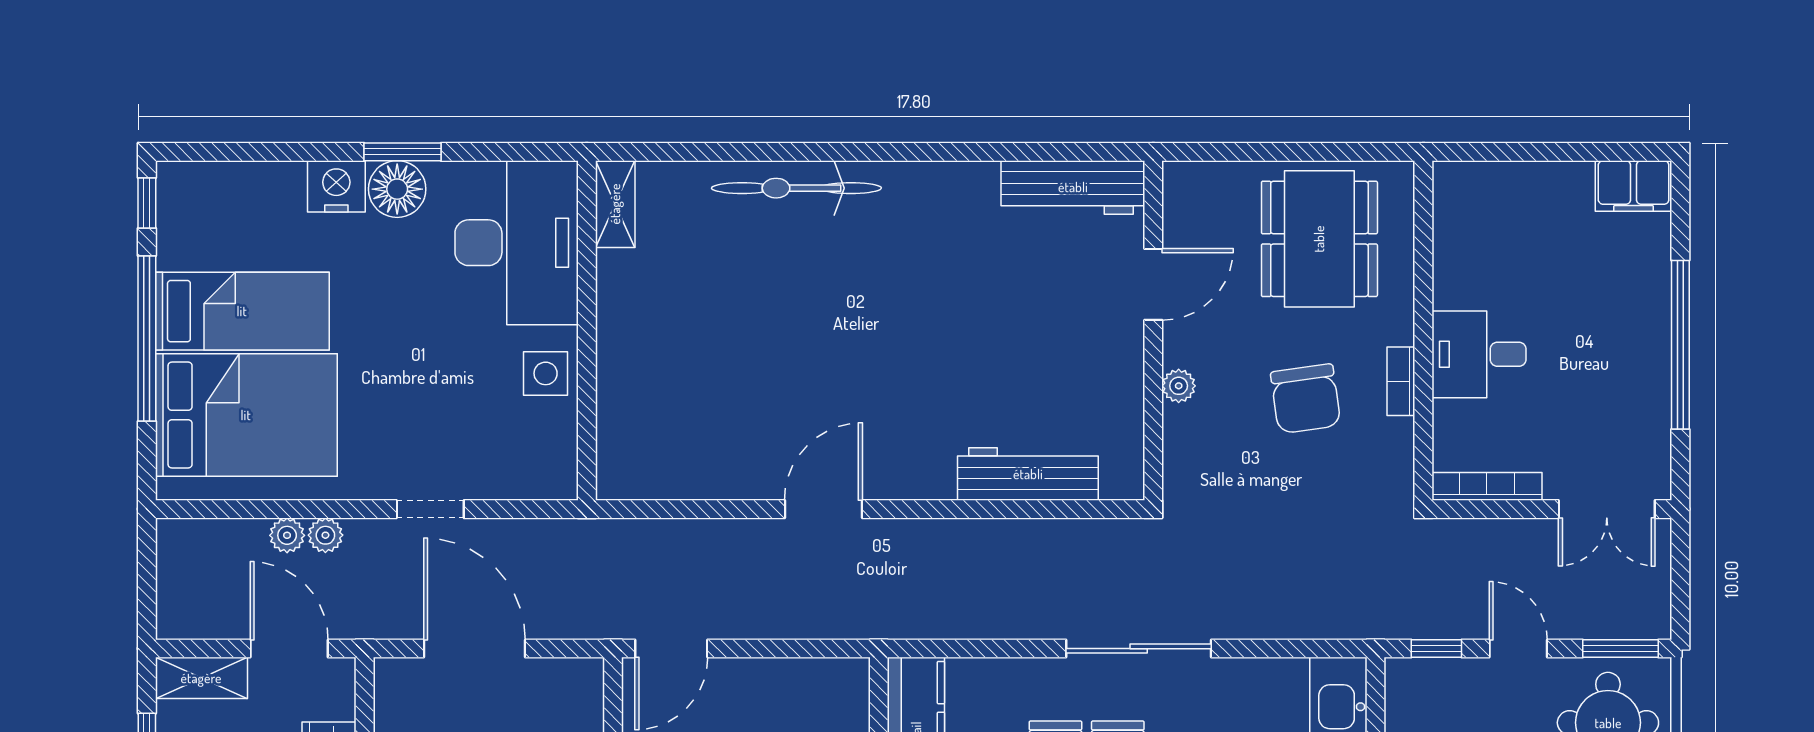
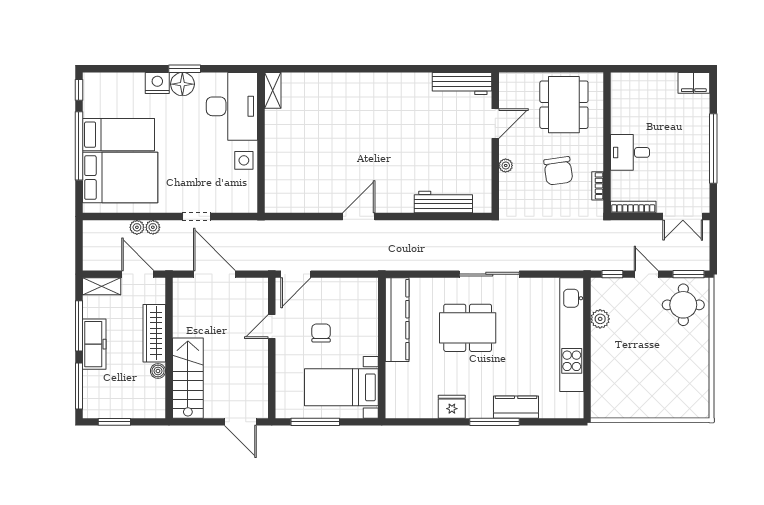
bicycle: (796, 188) -> (348, 84), removed
bookcase: (1401, 381) -> (598, 186), moved

